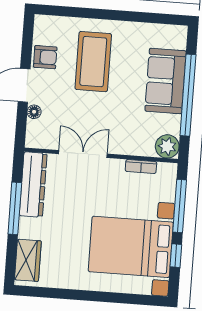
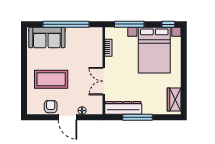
sofa: (166, 81) -> (47, 37), moved
plant: (167, 146) -> (96, 34), removed
window: (176, 256) -> (168, 24), moved
wardrobe: (28, 260) -> (174, 99), moved, turned -90

